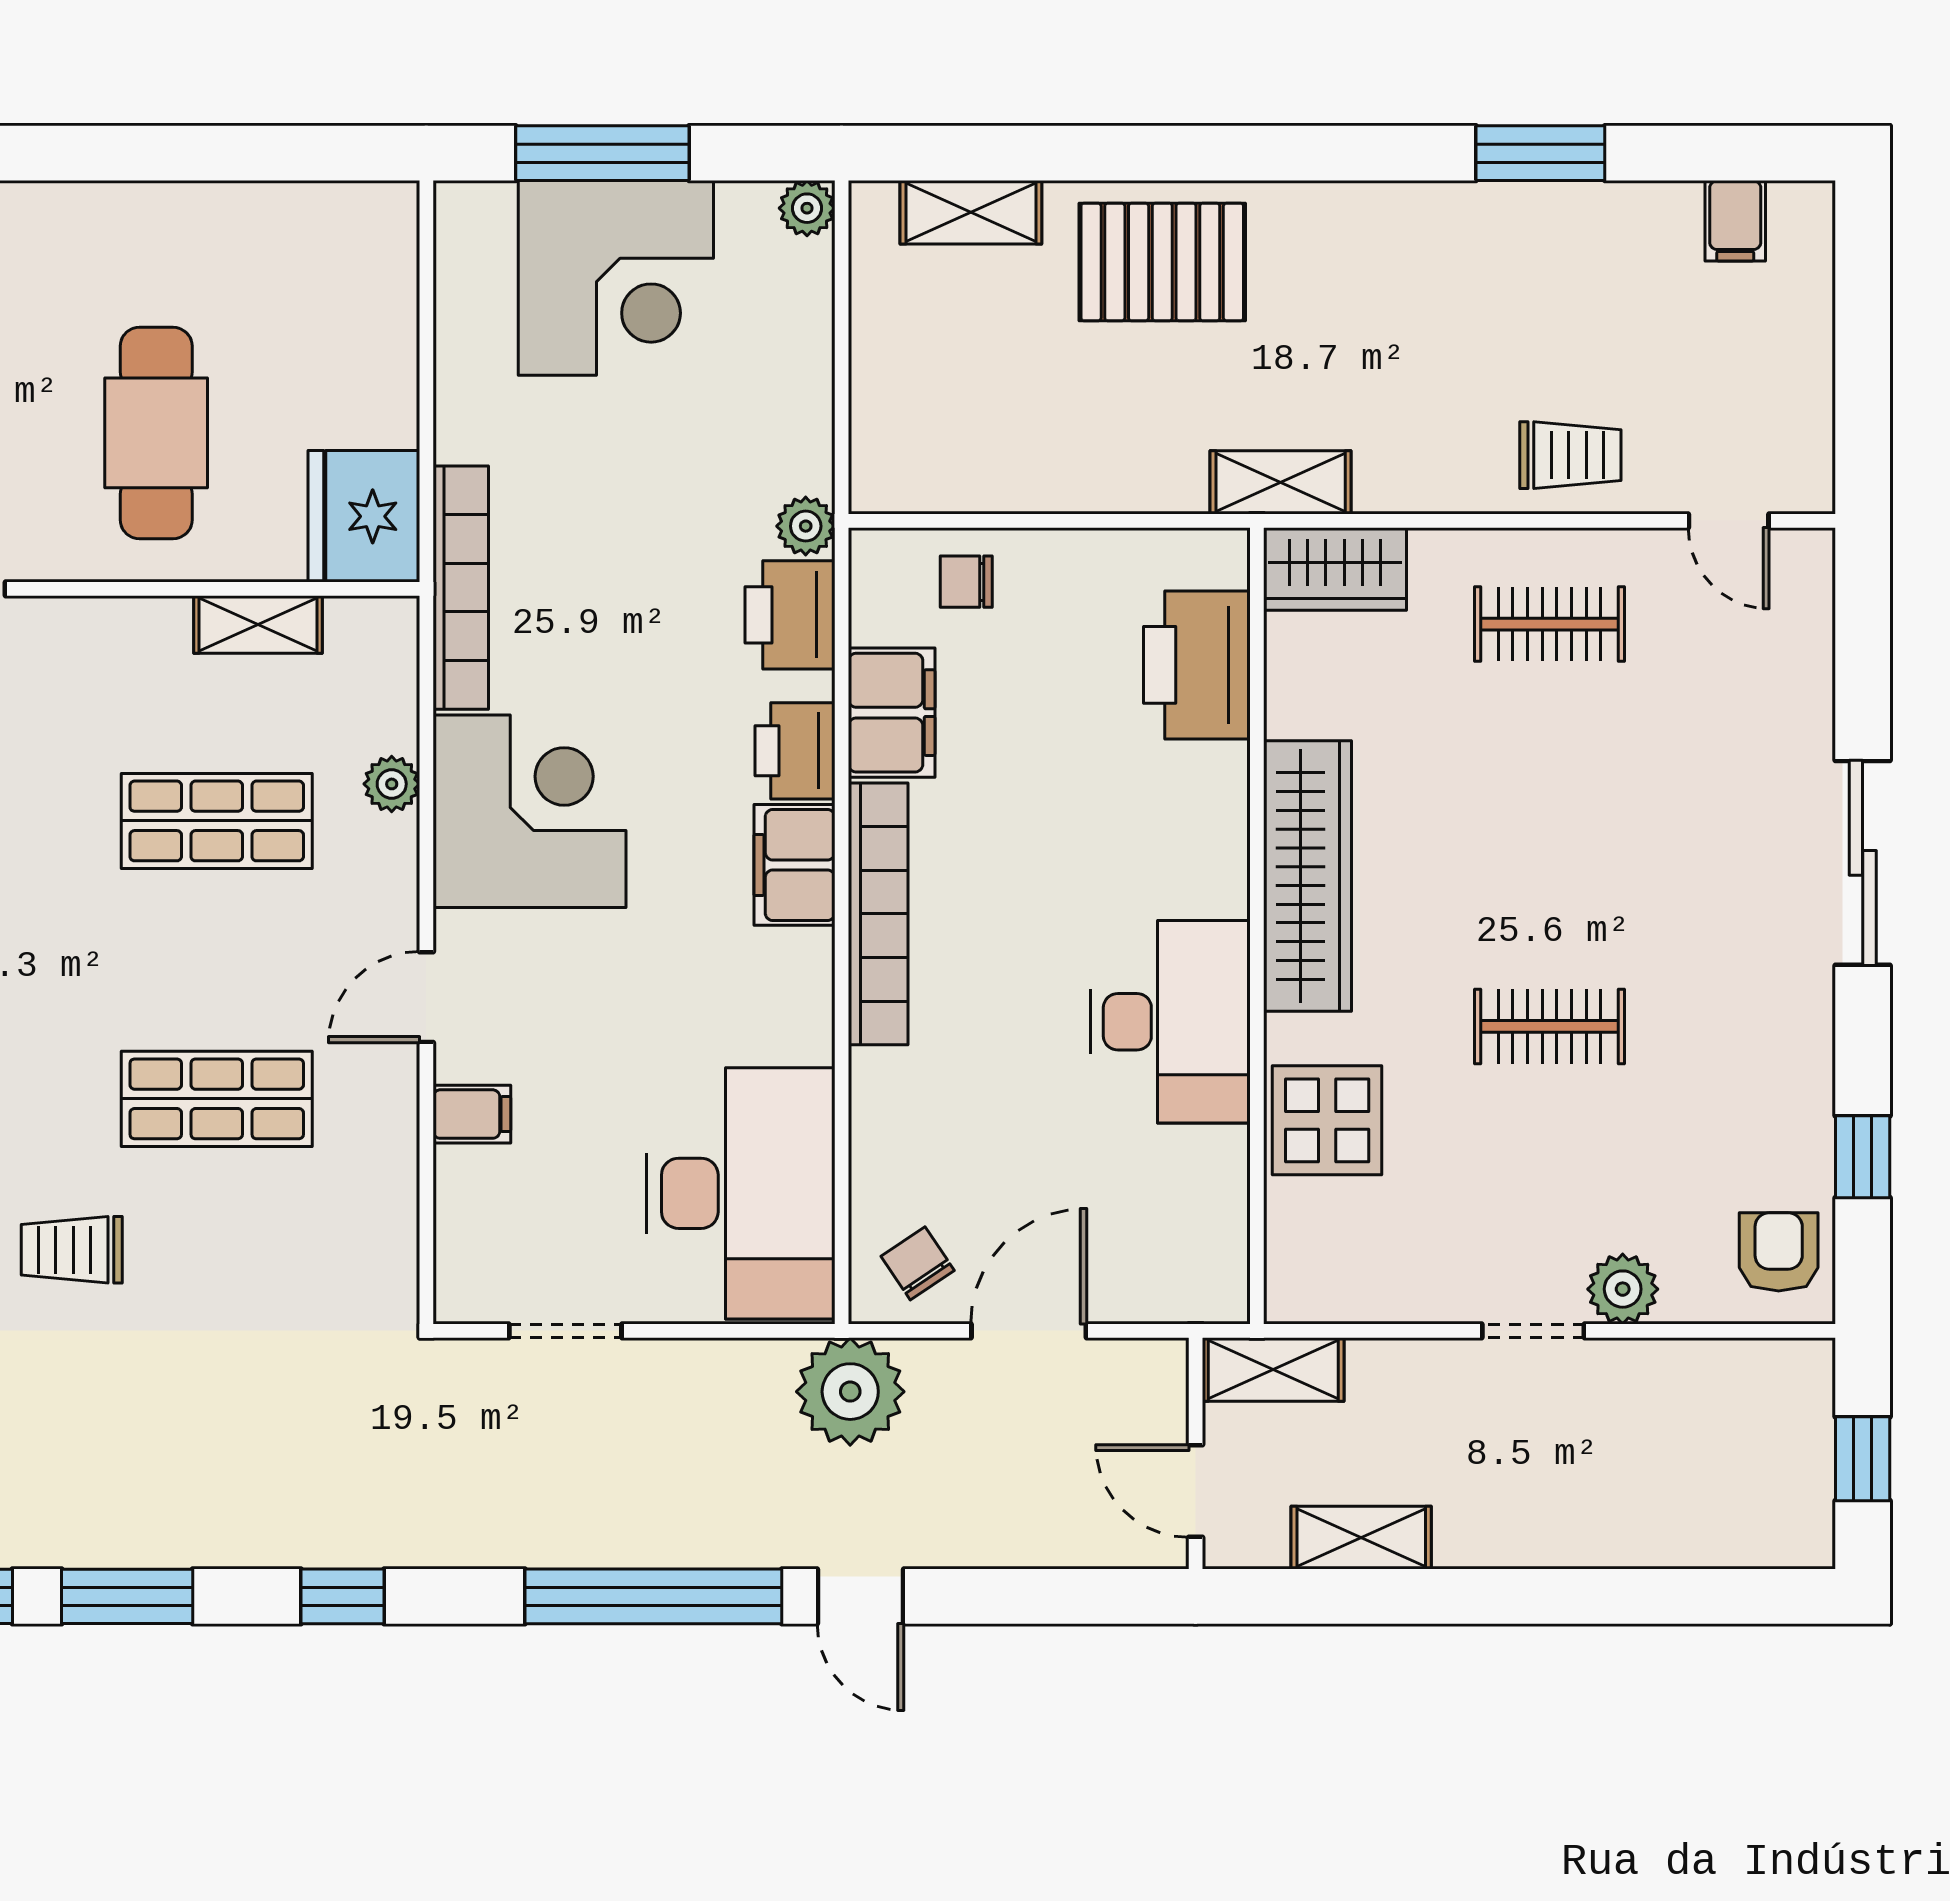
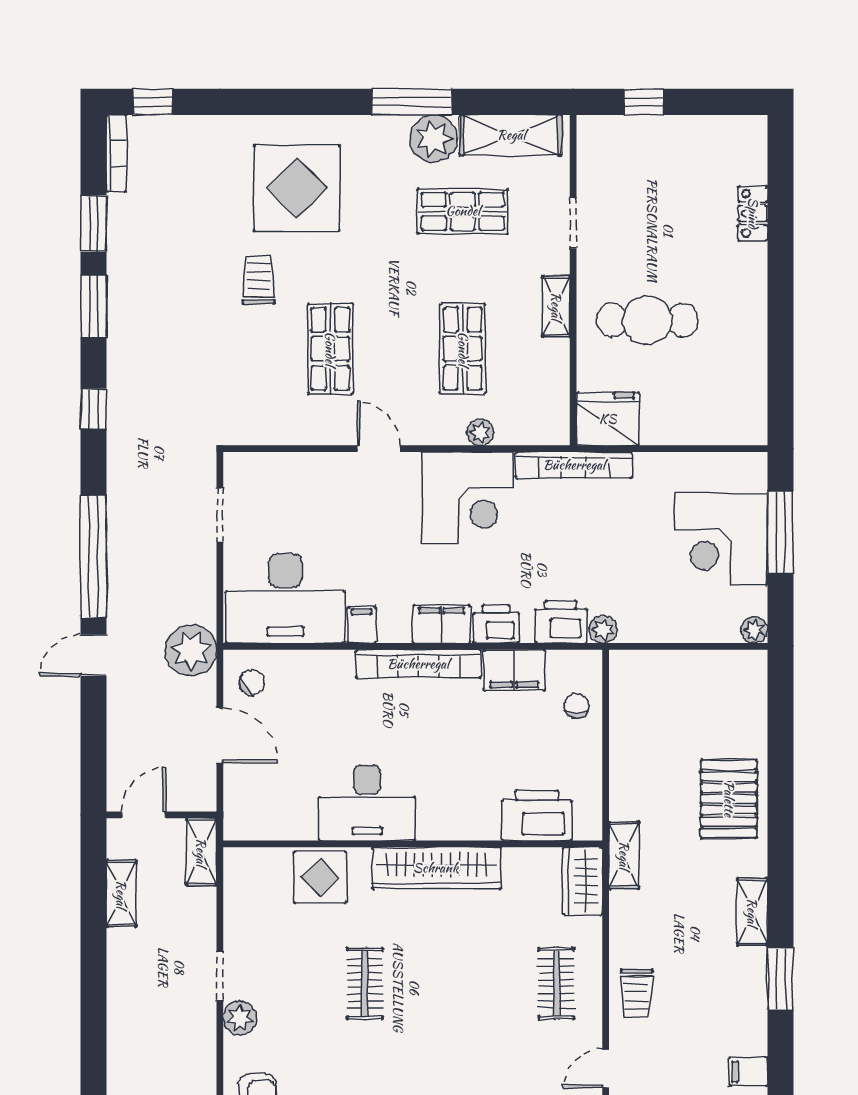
shelving: (971, 212) -> (752, 912), moved
shelving: (258, 625) -> (556, 306), moved
filing cabinet: (472, 1114) -> (362, 625), moved, turned 180

